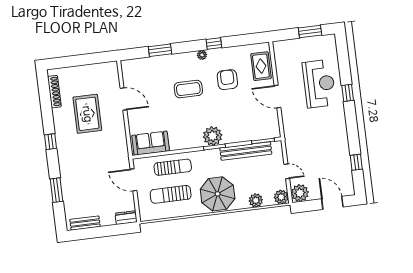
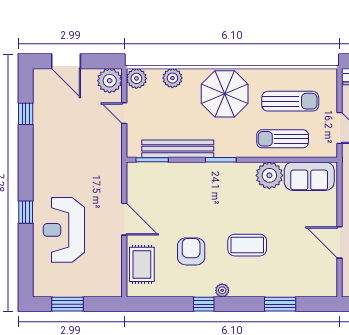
armchair: (227, 80) -> (191, 251), turned 180
plant: (213, 136) -> (269, 175), moved

